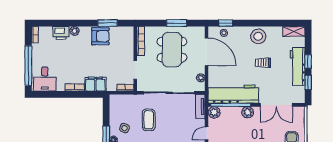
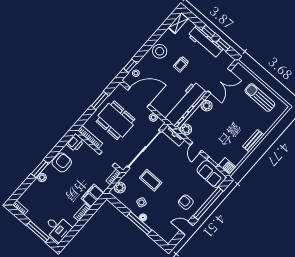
window: (108, 23) -> (40, 169), moved
printer: (61, 33) -> (75, 143), moved
window: (28, 66) -> (38, 232), width x0.68
plant: (121, 100) -> (120, 188), added

